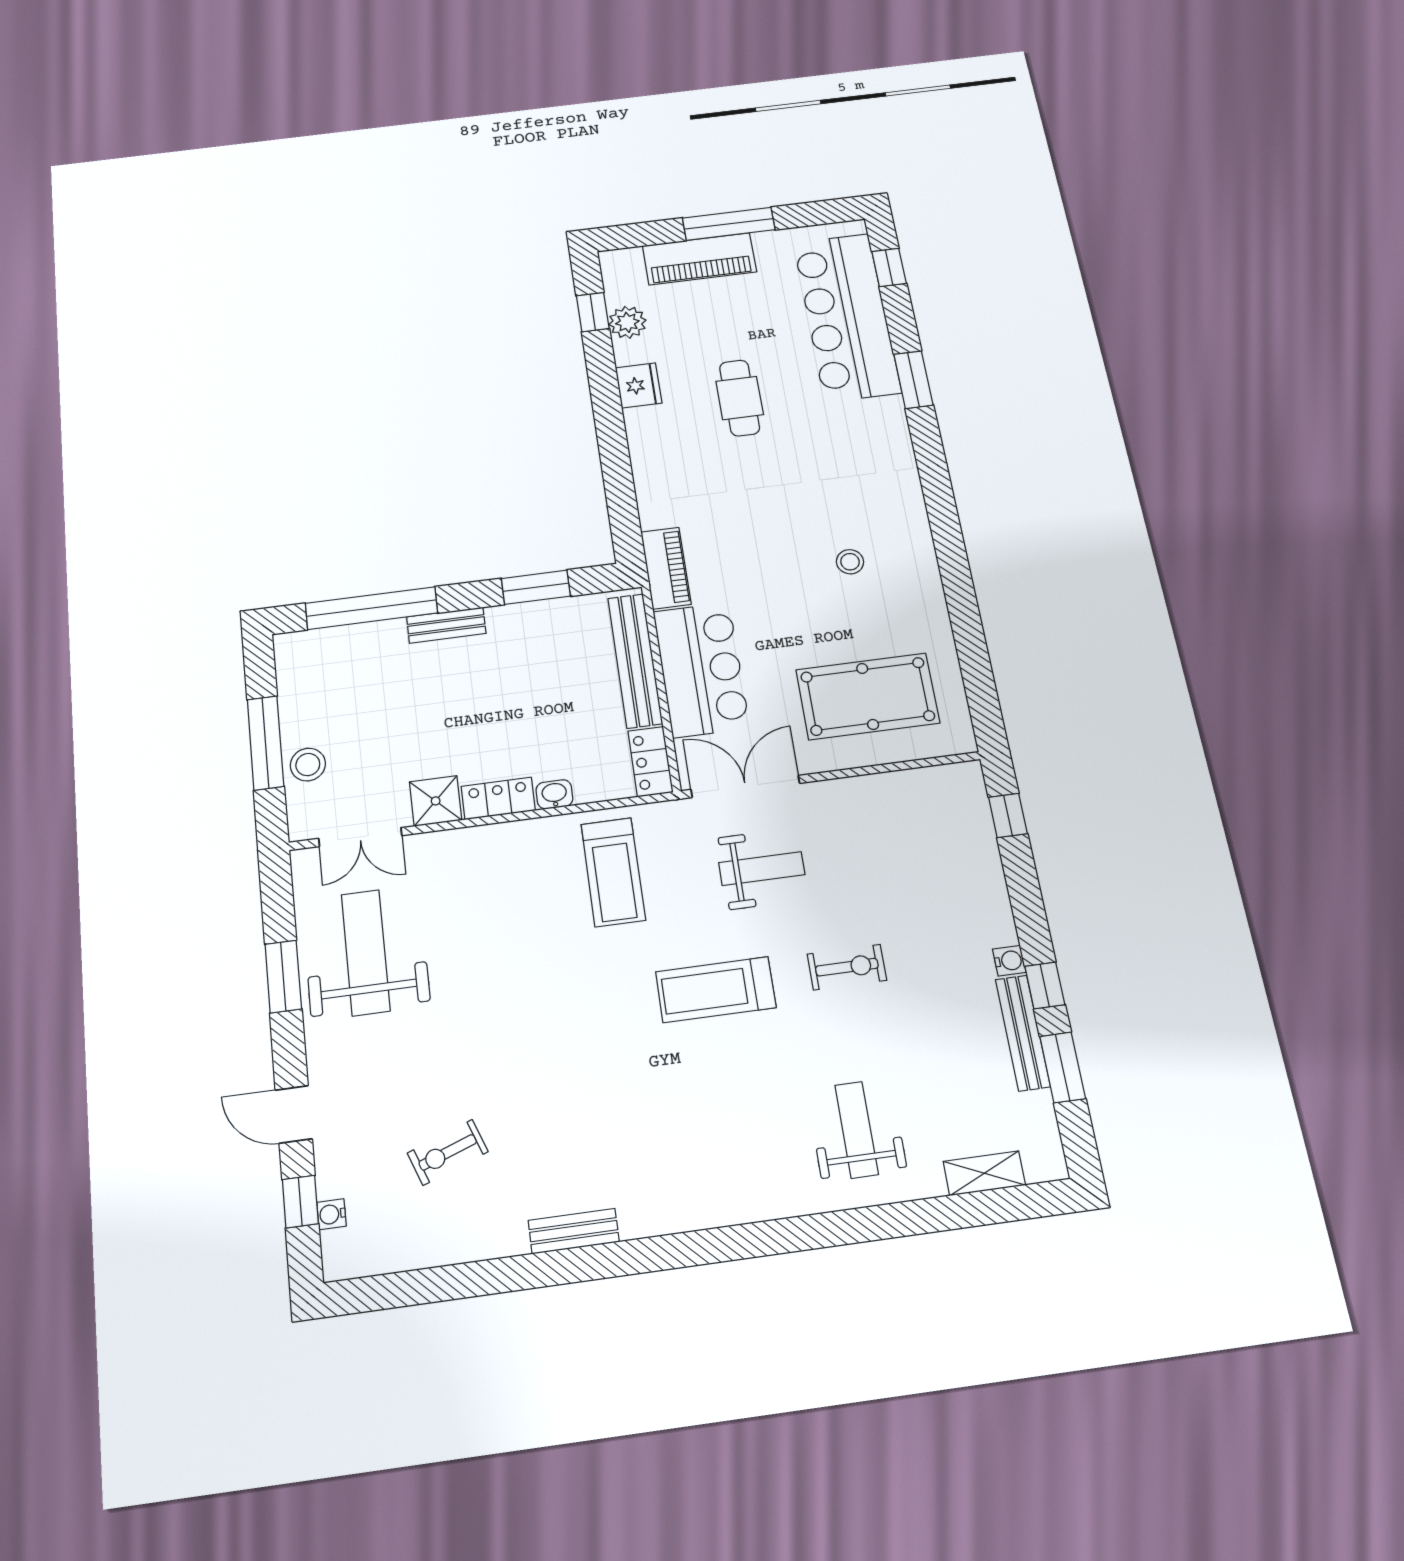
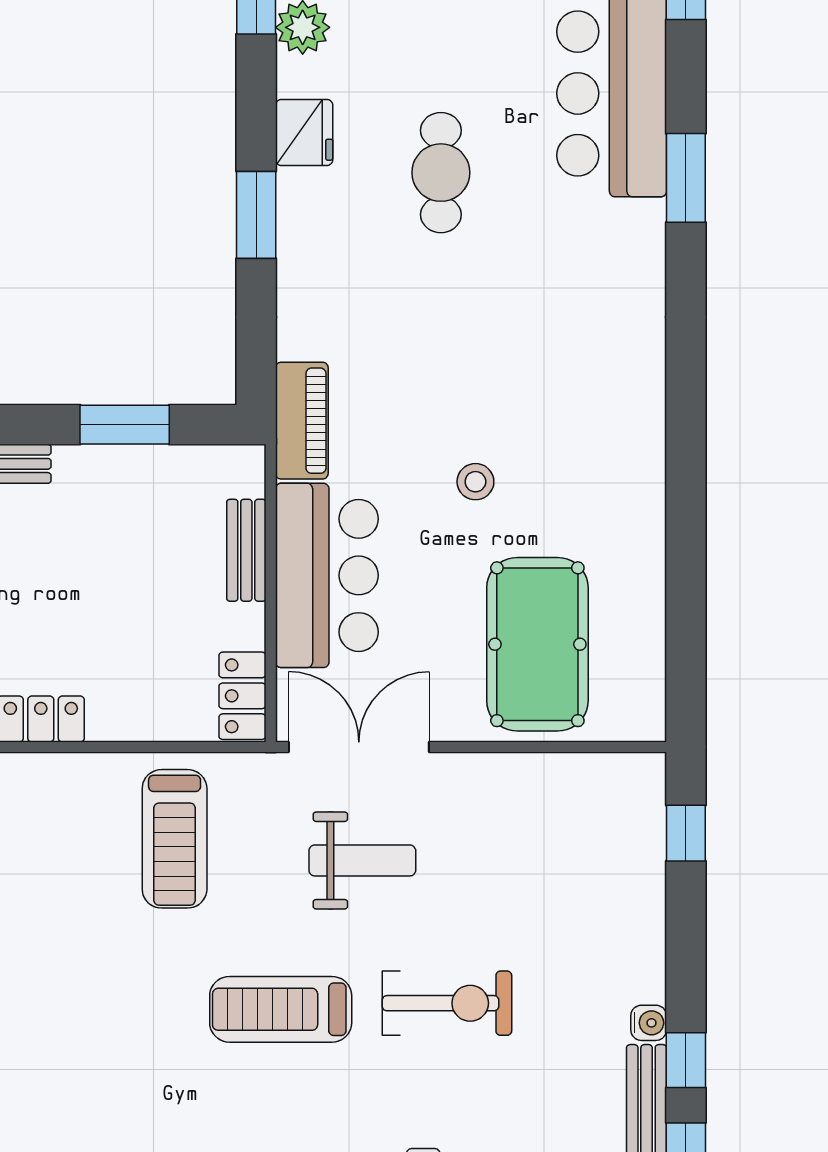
window: (612, 440) -> (256, 215), added
stool: (850, 562) -> (475, 482), moved
bench: (635, 660) -> (246, 550), width x0.54, depth x0.82
pool table: (868, 696) -> (537, 644), turned 90
washbasin: (554, 794) -> (113, 724), removed
exercise bike: (847, 967) -> (447, 1003), width x1.38, depth x1.39

